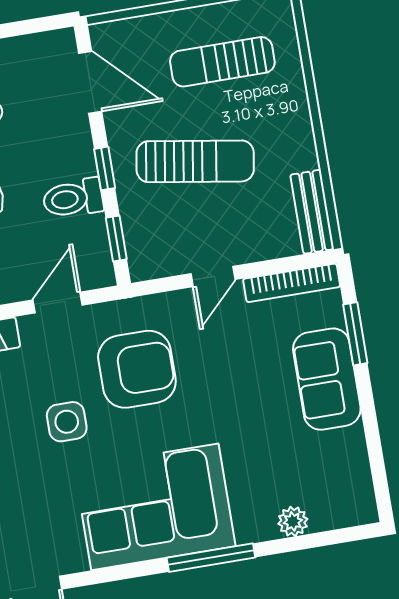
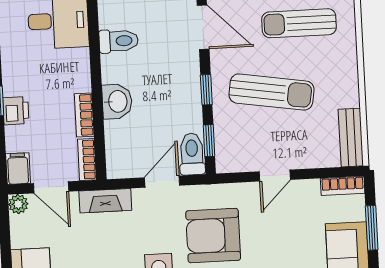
toilet: (73, 198) -> (192, 154), moved, turned 90
bookcase: (292, 283) -> (343, 186), width x0.64
armchair: (137, 369) -> (213, 236), turned 180

